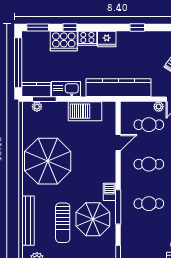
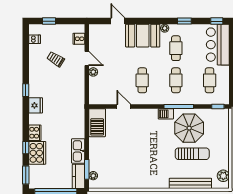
fridge: (107, 39) -> (36, 105), moved
kitchen counter: (118, 88) -> (77, 106), removed
barbecue: (85, 111) -> (97, 123), moved
cafe table: (149, 125) -> (210, 80), moved
parasol: (48, 161) -> (140, 167), removed

